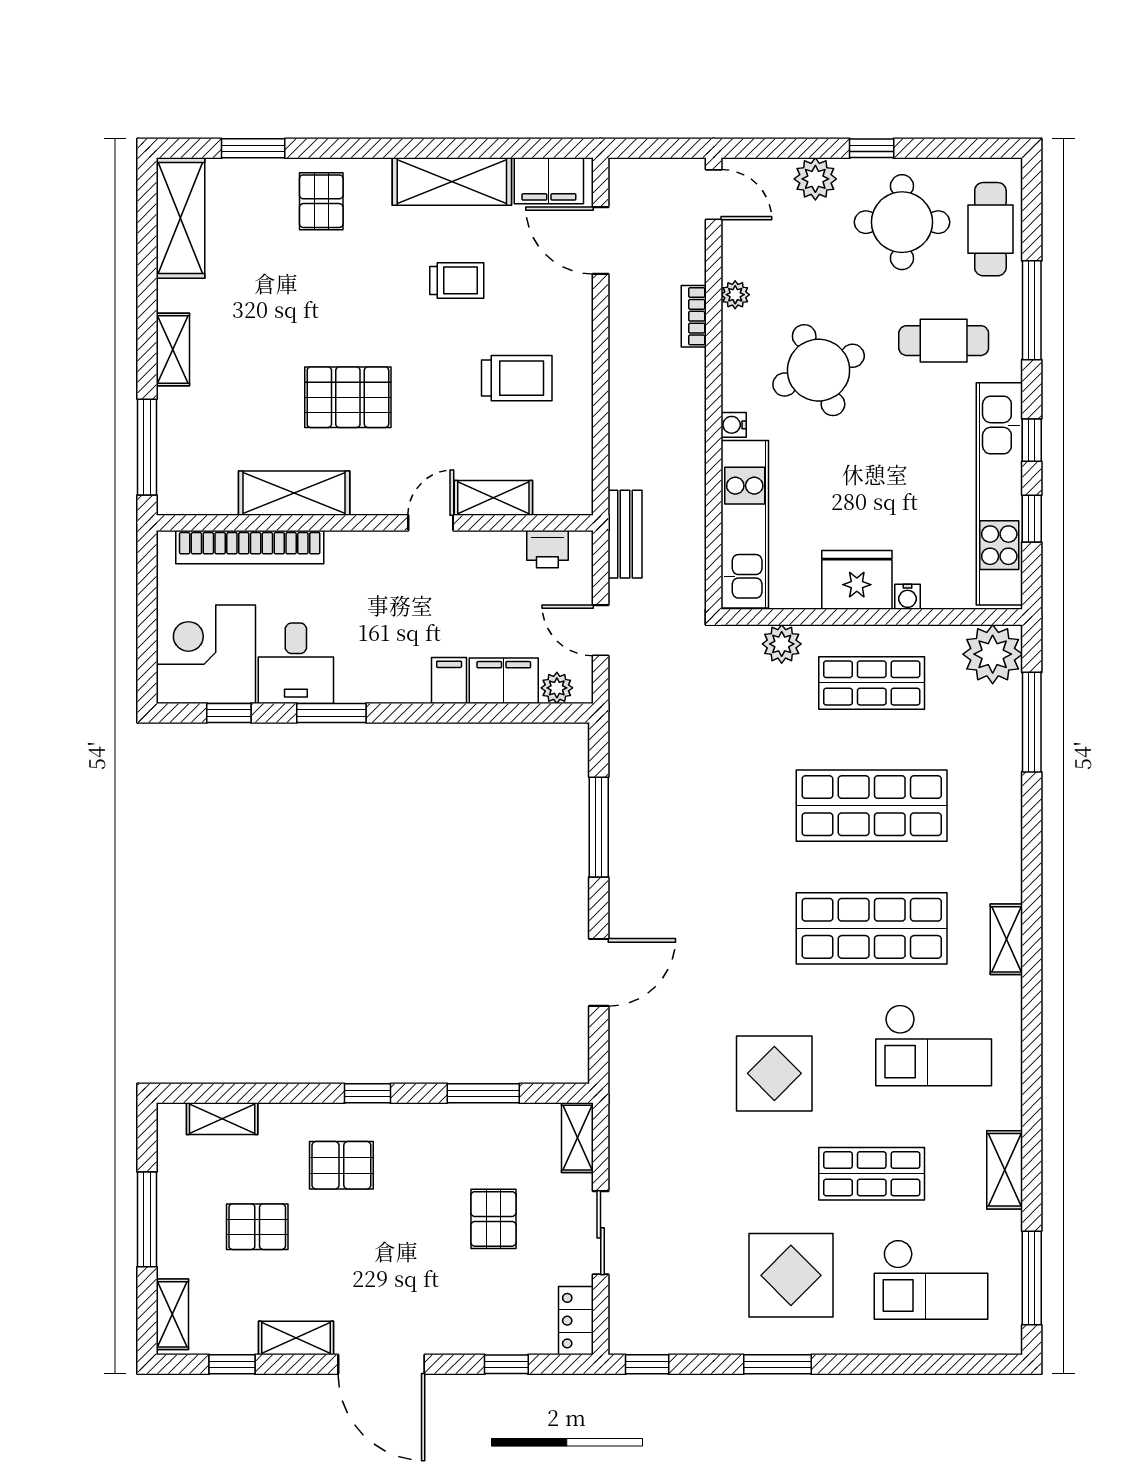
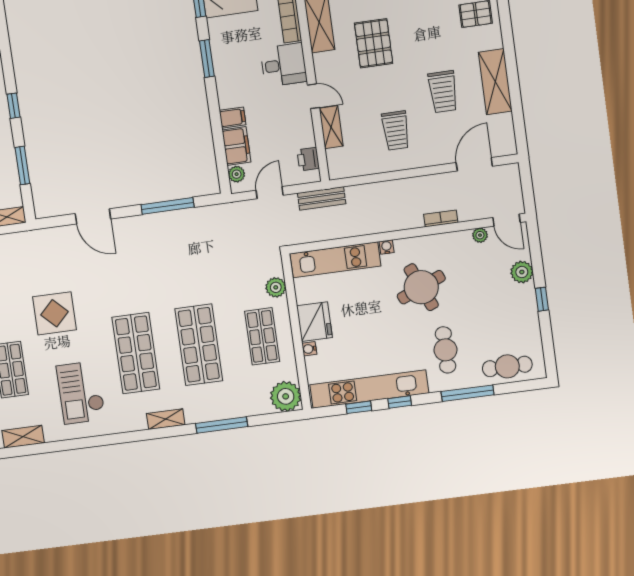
filing cabinet: (549, 181) -> (502, 133), removed
door: (714, 195) -> (506, 220), hinge flipped
round table: (902, 222) -> (505, 320), removed
trolley: (457, 280) -> (443, 92), width x1.36, depth x1.39
plant: (735, 295) -> (480, 235), moved
desk: (296, 663) -> (284, 65), moved, turned 180
window: (1032, 722) -> (222, 425), moved
shelving: (1006, 939) -> (166, 419), moved

